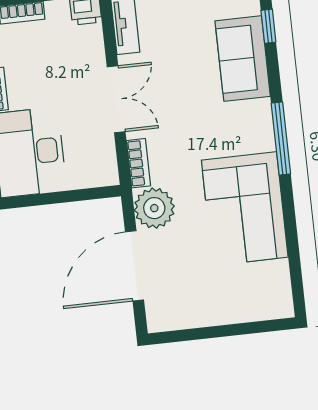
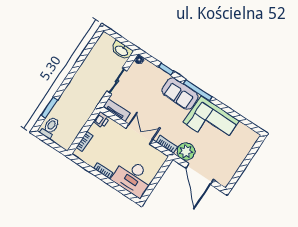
window: (268, 26) -> (166, 69), moved
sofa: (243, 59) -> (180, 94), moved

